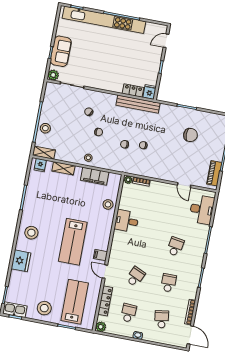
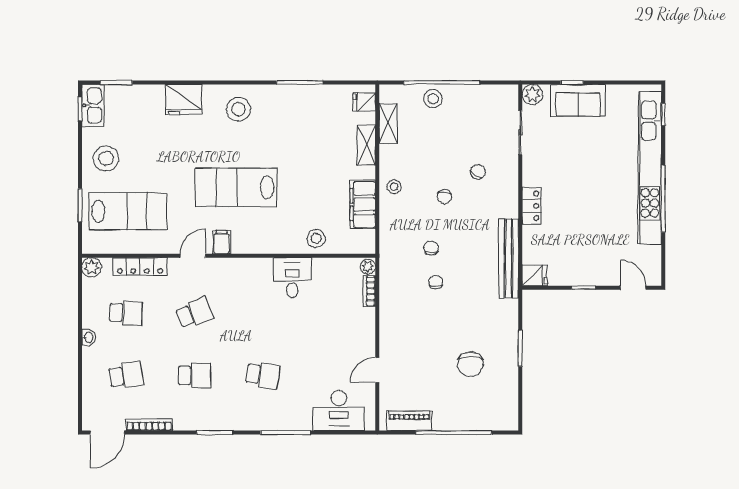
locker: (133, 90) -> (532, 206), moved
shelving: (44, 153) -> (388, 123), moved
school desk: (135, 277) -> (194, 313), turned -45

